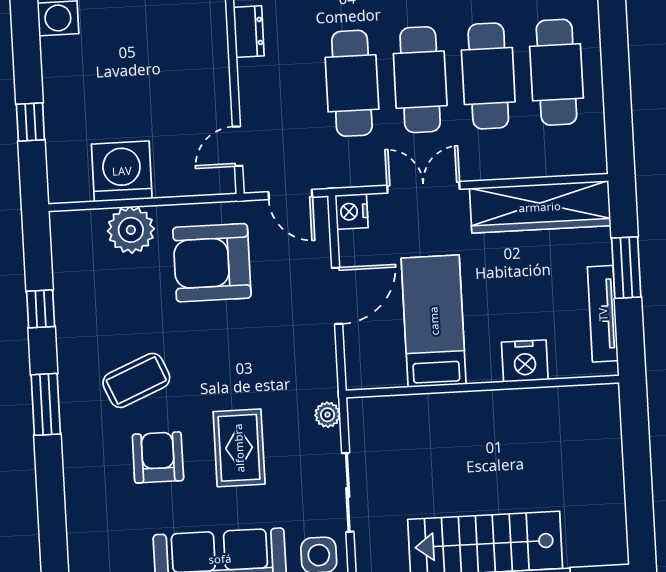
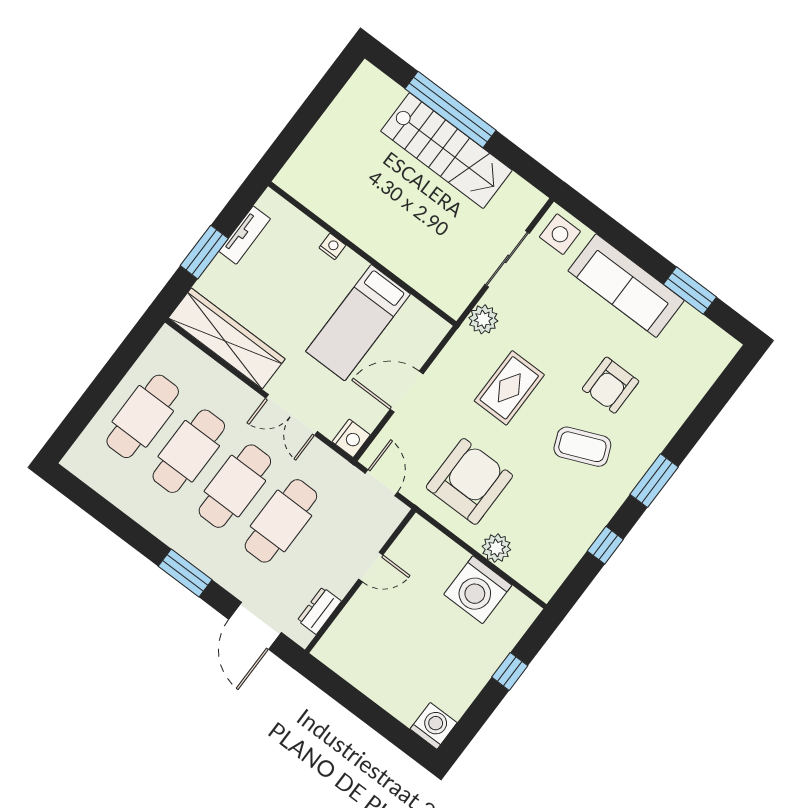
door: (238, 146) -> (371, 567), moved
plant: (131, 230) -> (496, 548), width x0.73, depth x0.73
armchair: (212, 263) -> (469, 481), turned -90
tv unit: (603, 314) -> (245, 235), width x0.71
nightstand: (525, 361) -> (332, 246), width x0.53, depth x0.56
plant: (328, 415) -> (483, 319), width x1.38, depth x1.38
rug: (239, 448) -> (509, 388), moved

